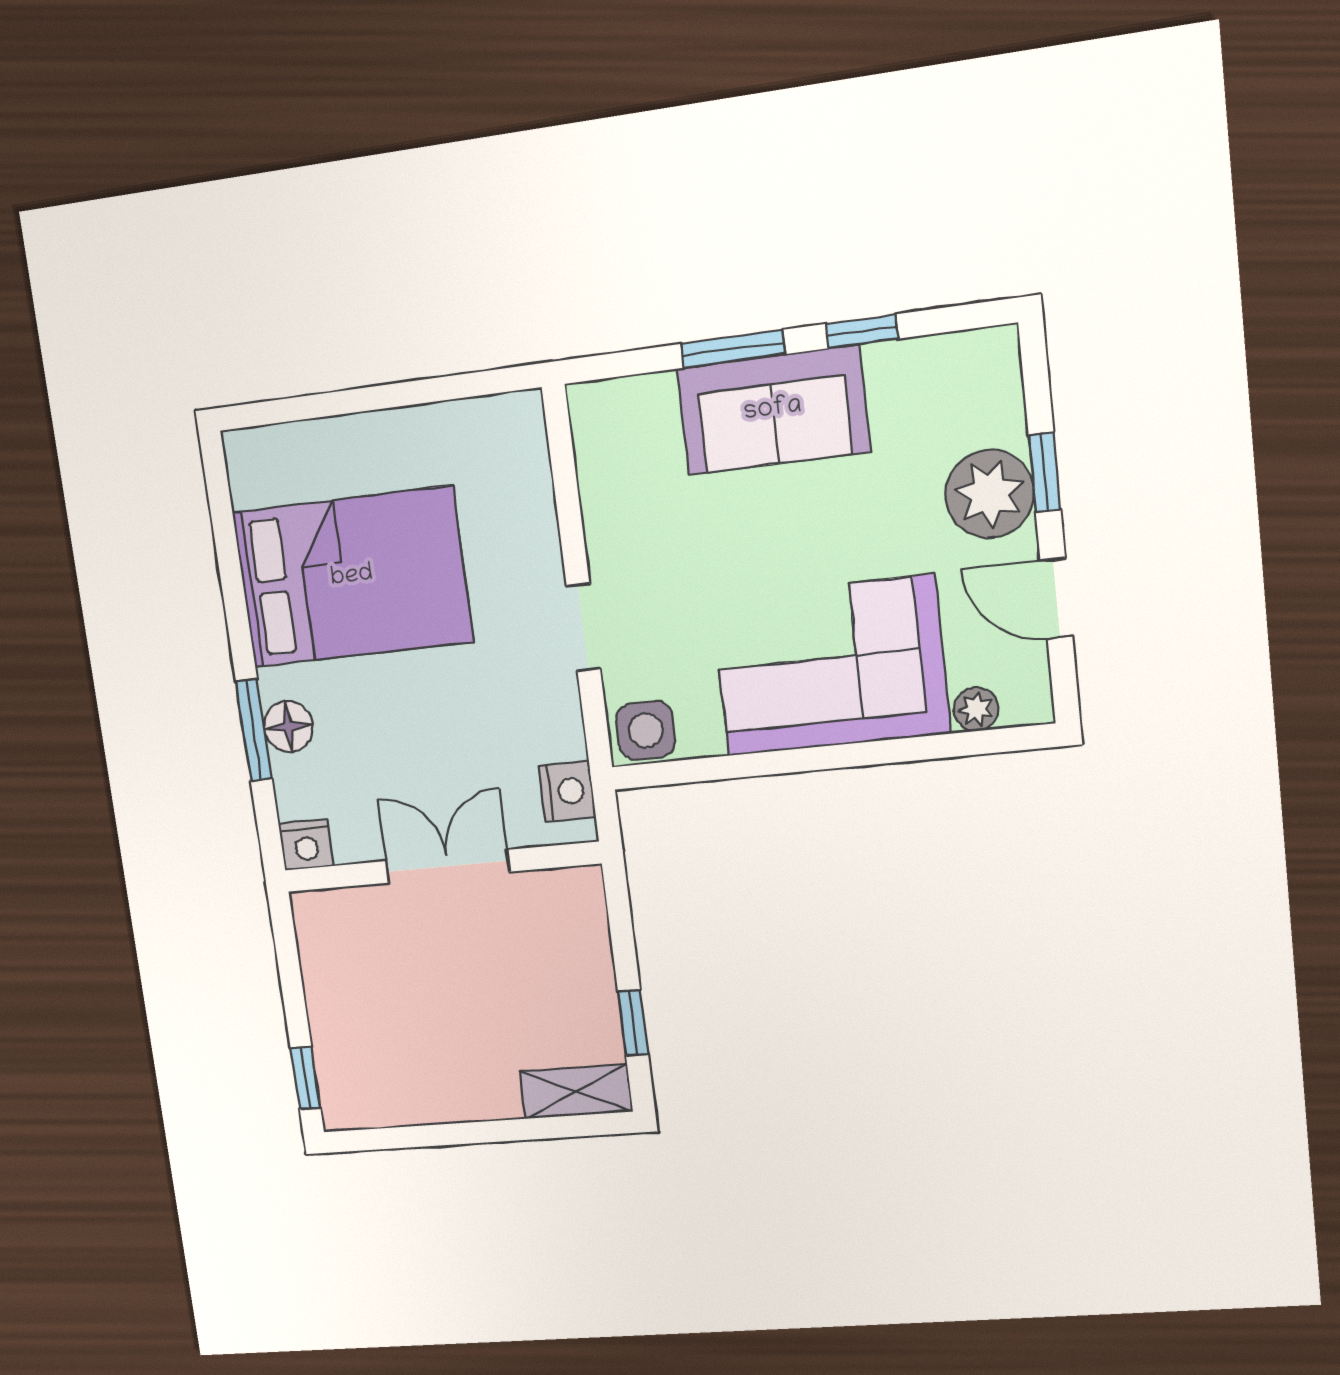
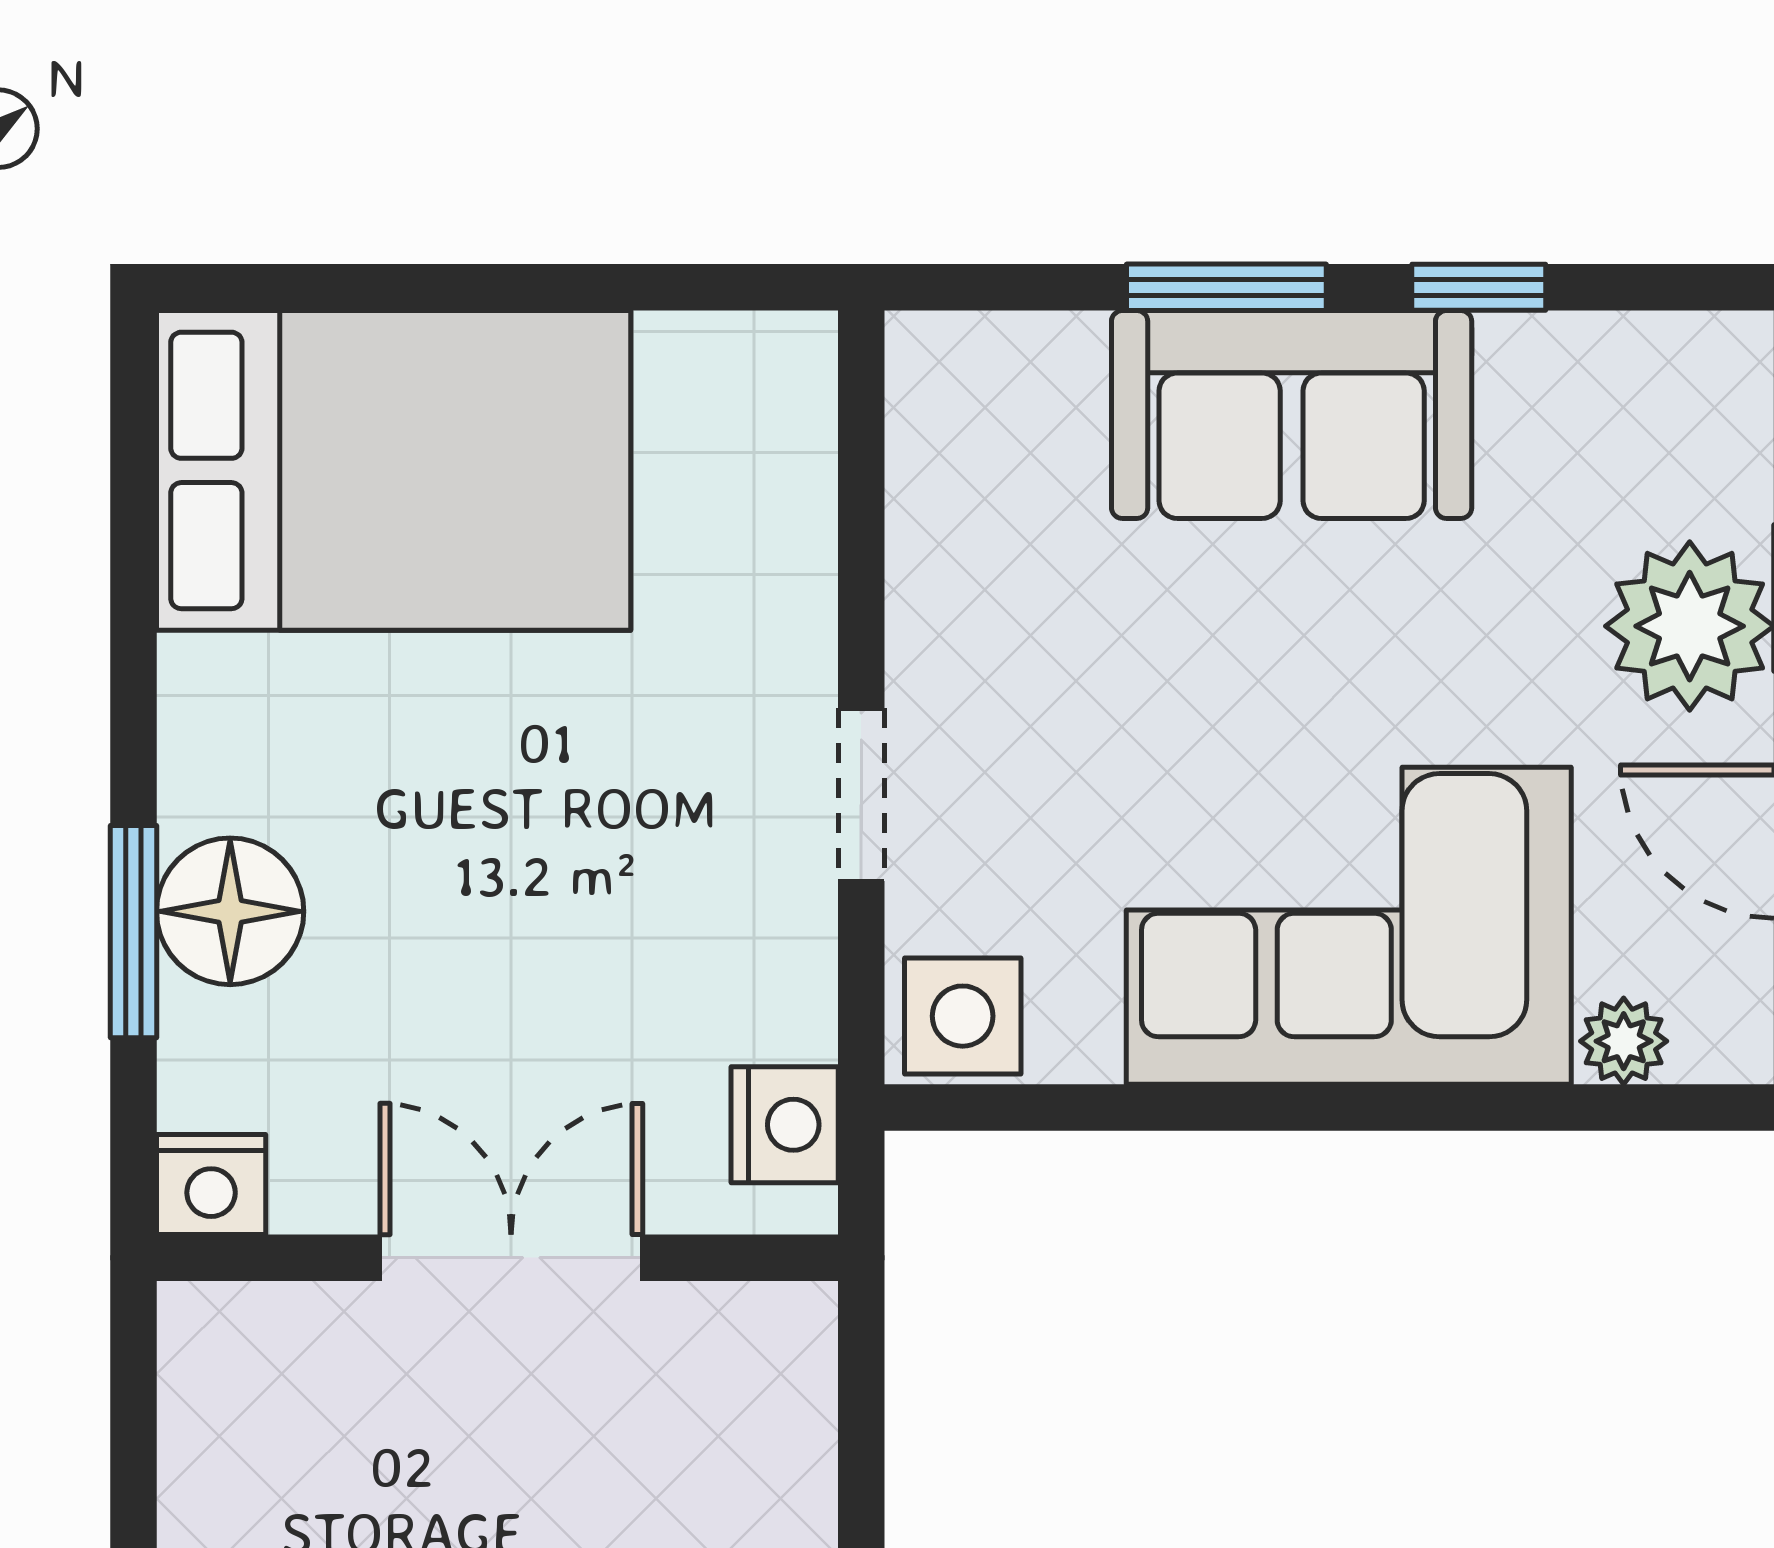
bed: (352, 577) -> (394, 470), moved
floor lamp: (288, 726) -> (230, 911), width x1.38, depth x1.38

